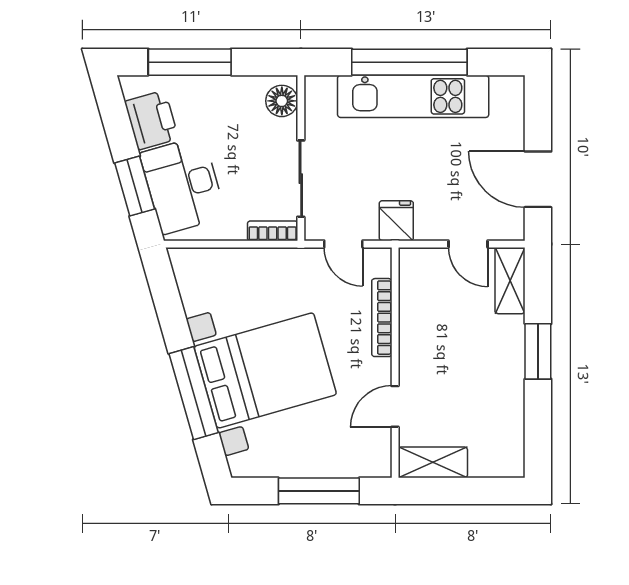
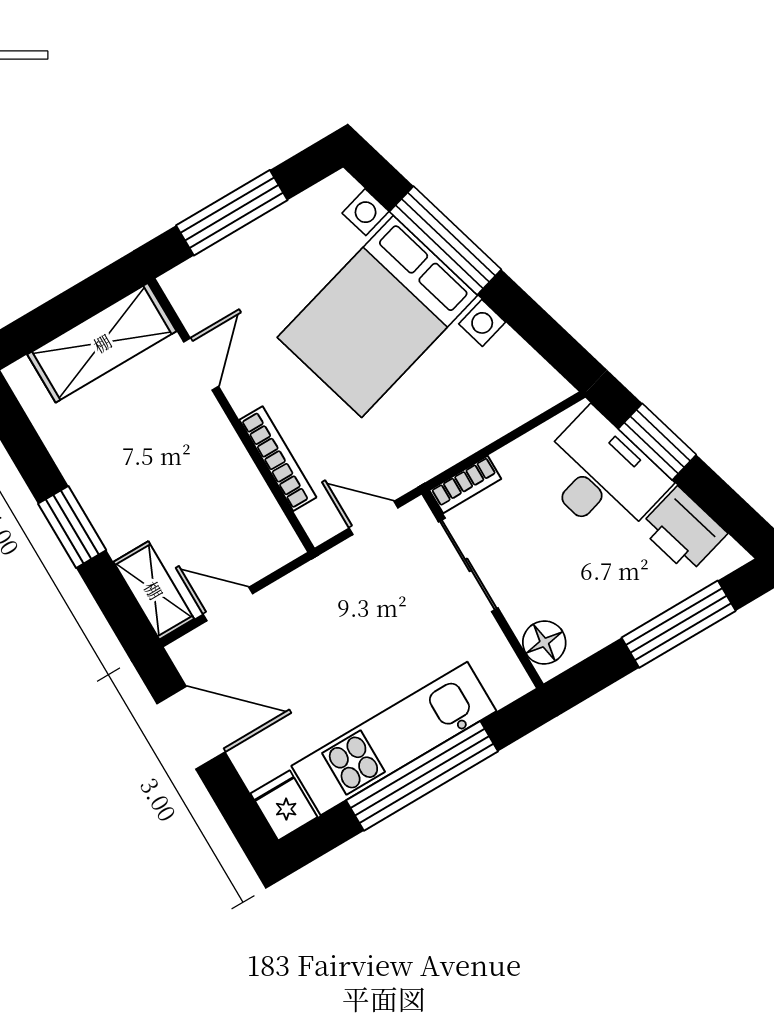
fridge: (396, 221) -> (284, 805), moved, turned 180
shelving: (433, 462) -> (102, 343), width x1.50, depth x1.33

